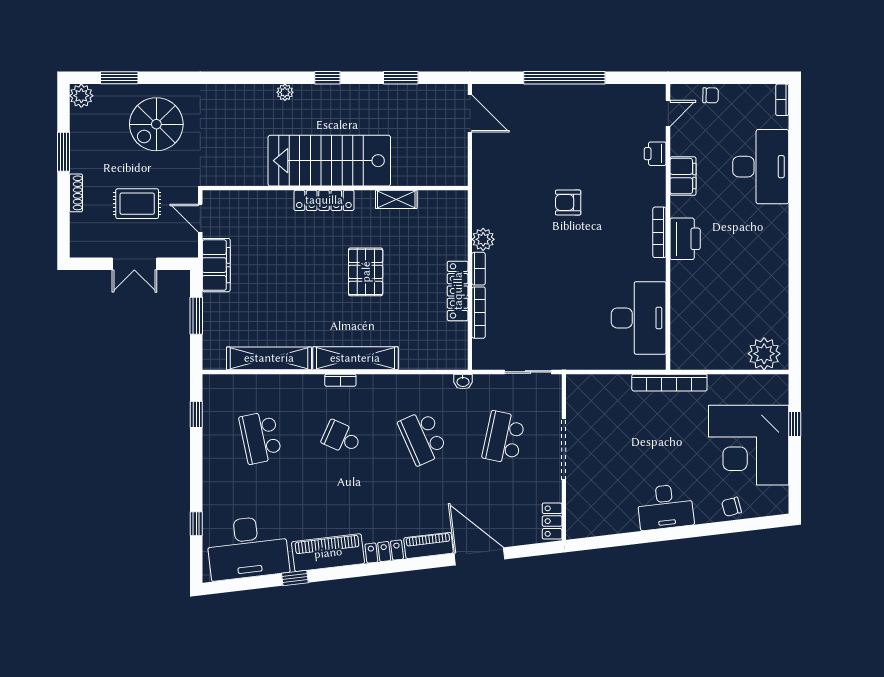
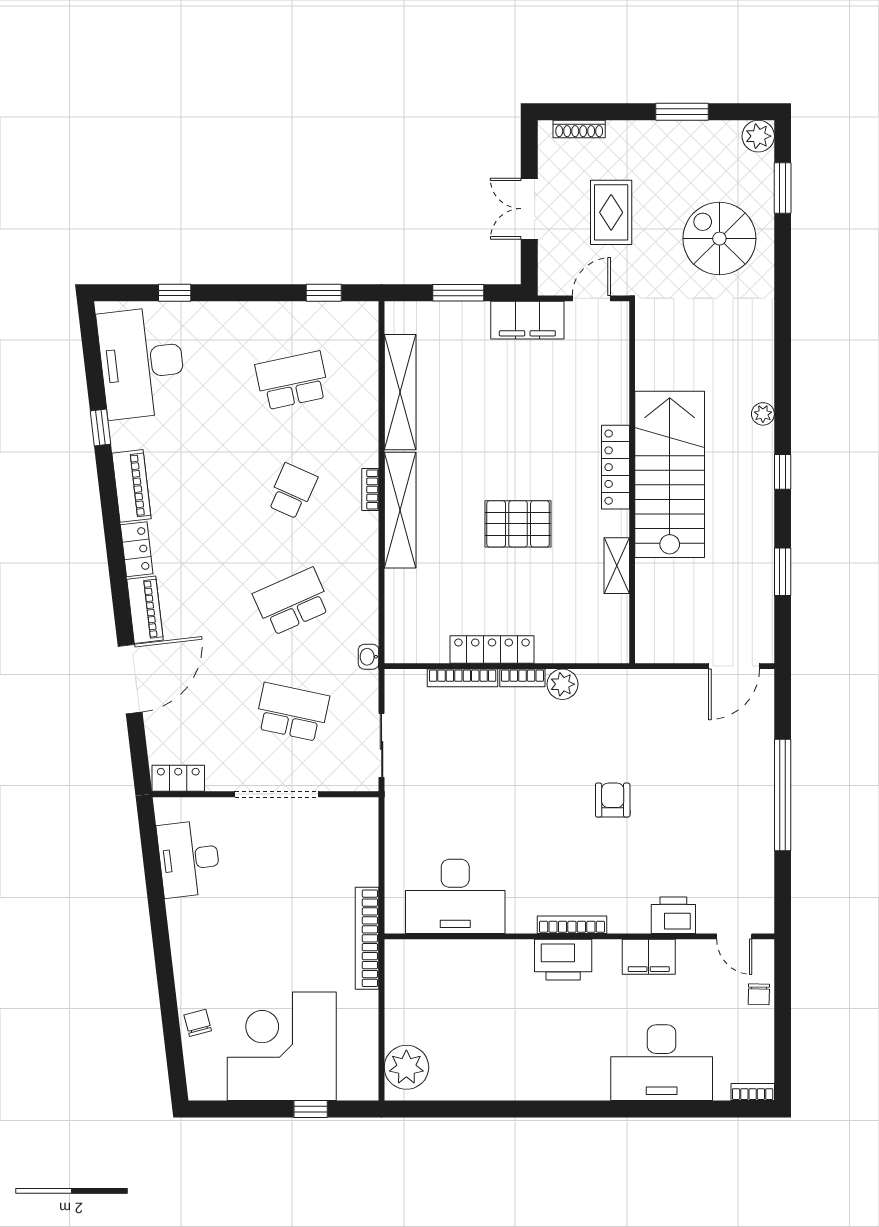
printer: (655, 154) -> (673, 915), width x1.36, depth x1.24
shoe rack: (76, 193) -> (579, 129), moved
desk: (665, 507) -> (189, 859), moved
piano: (328, 553) -> (132, 486), width x0.73, depth x0.75

